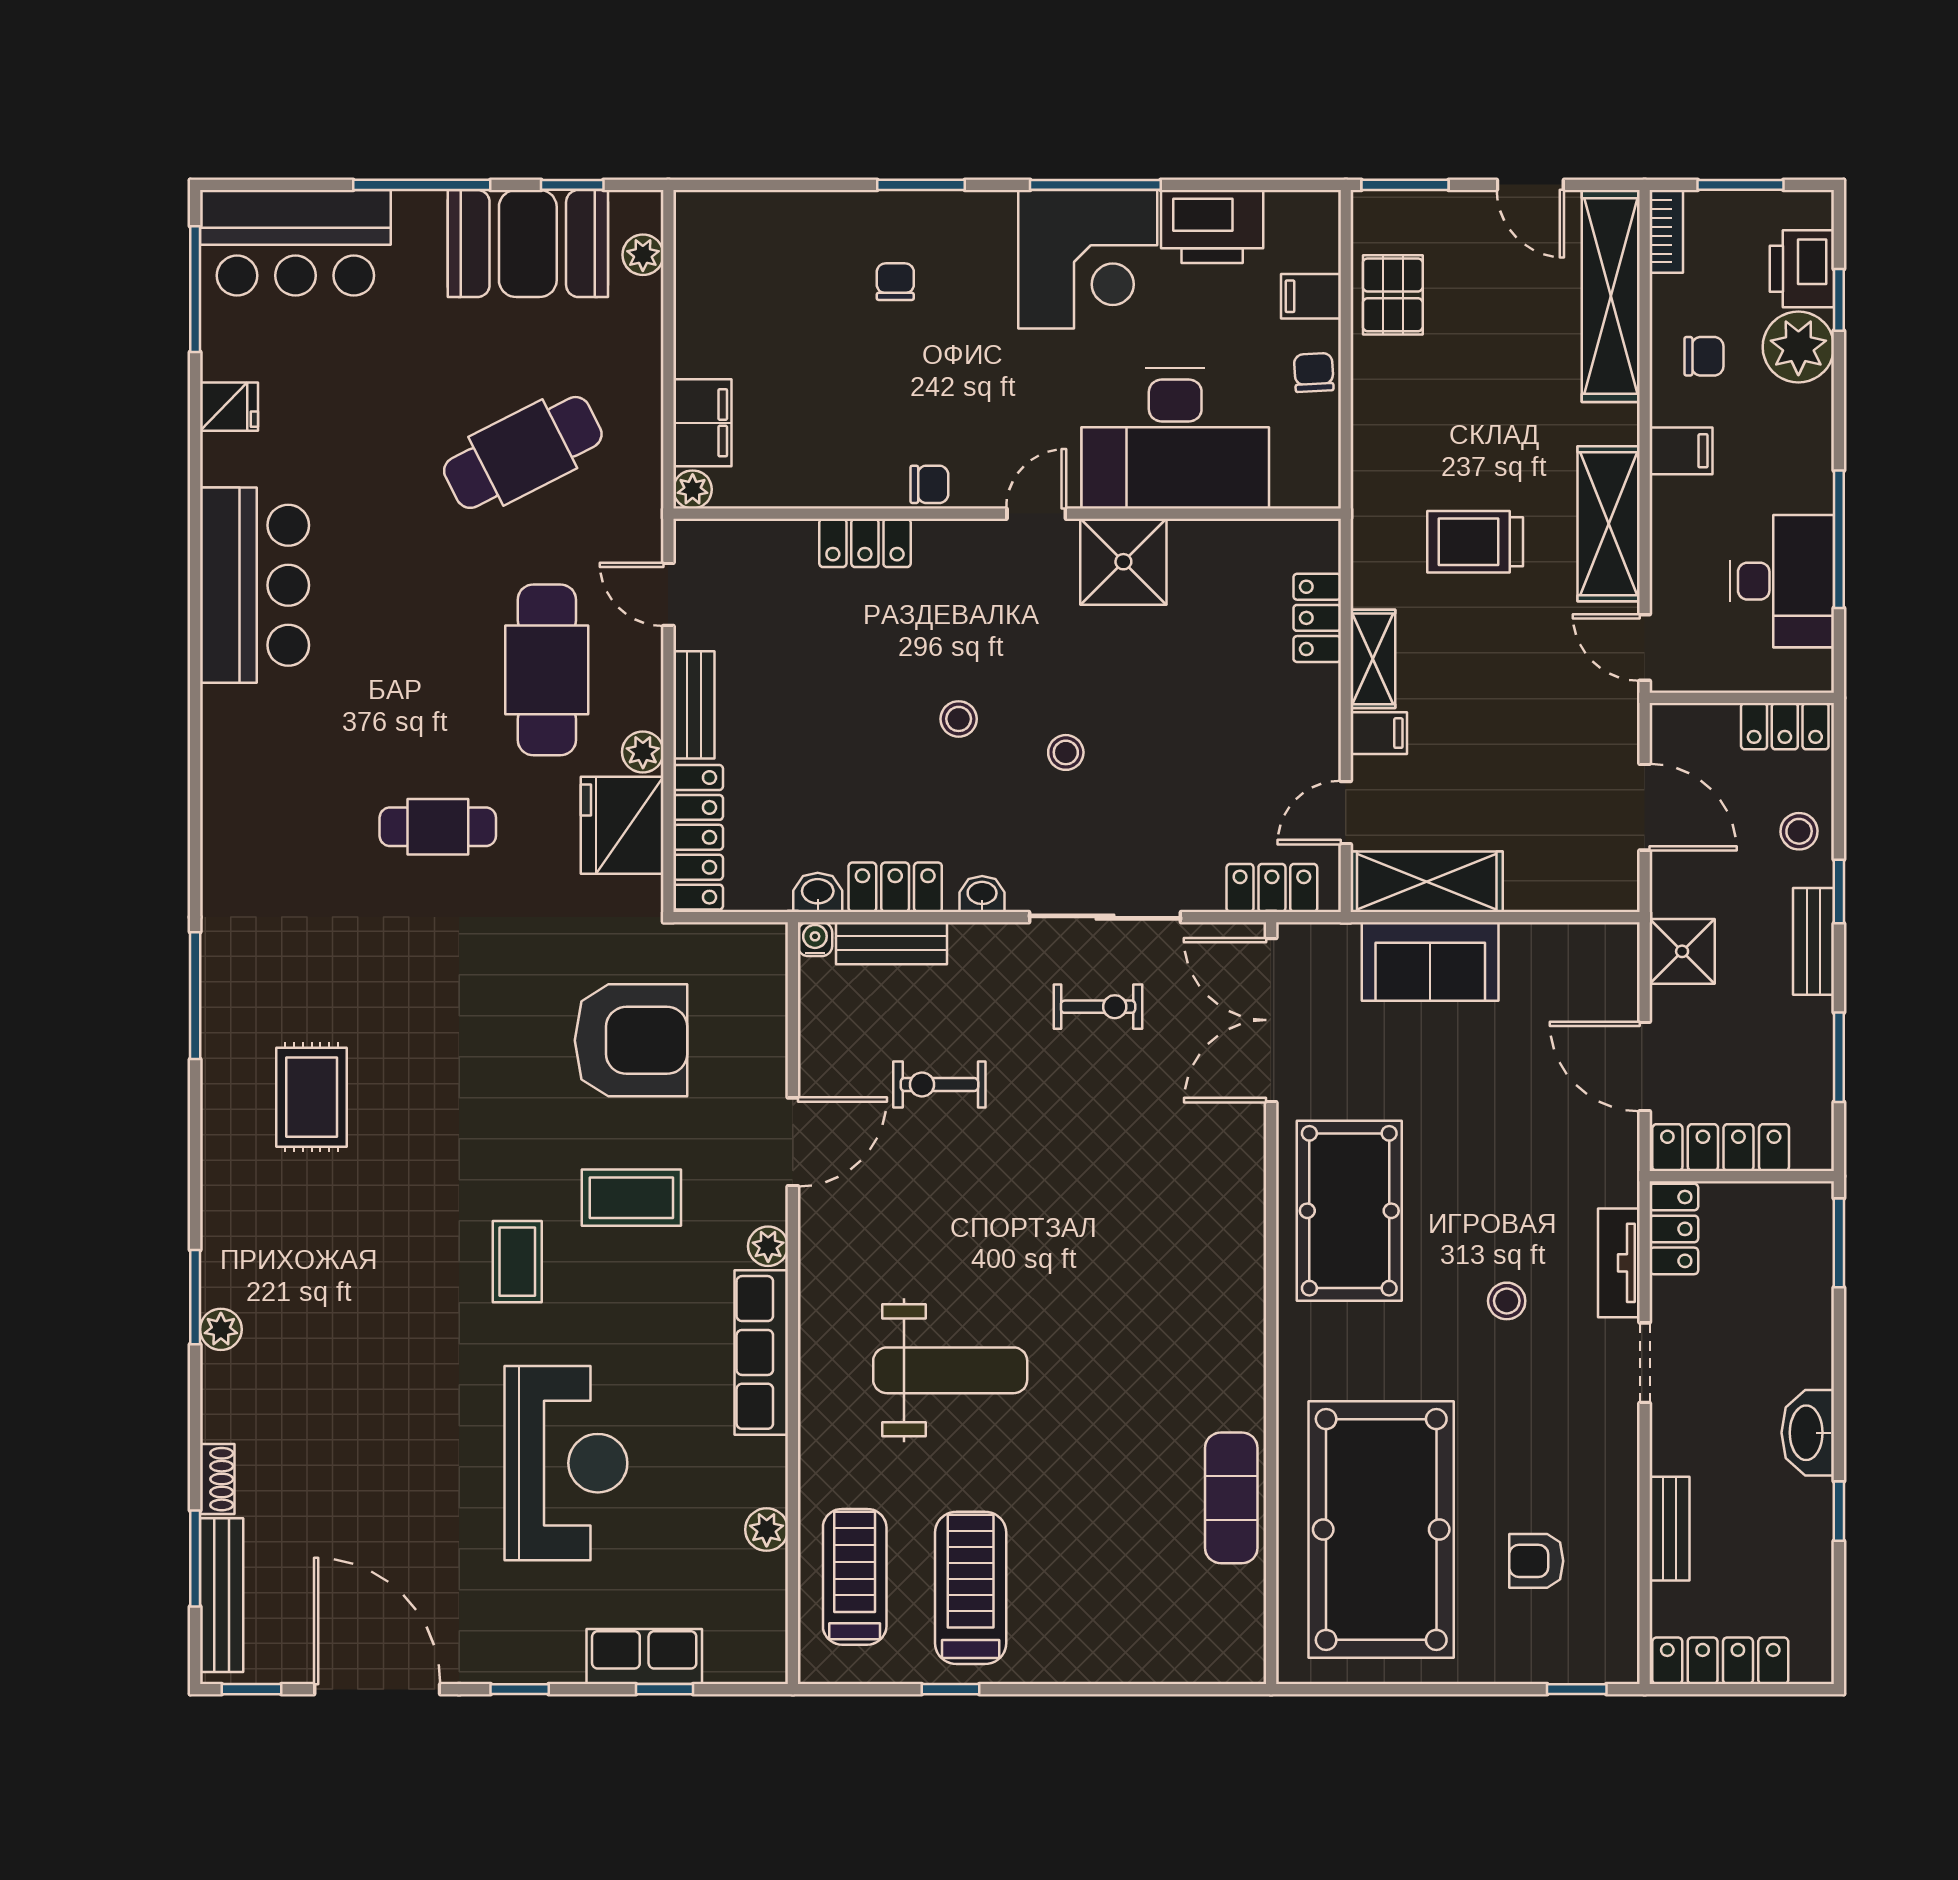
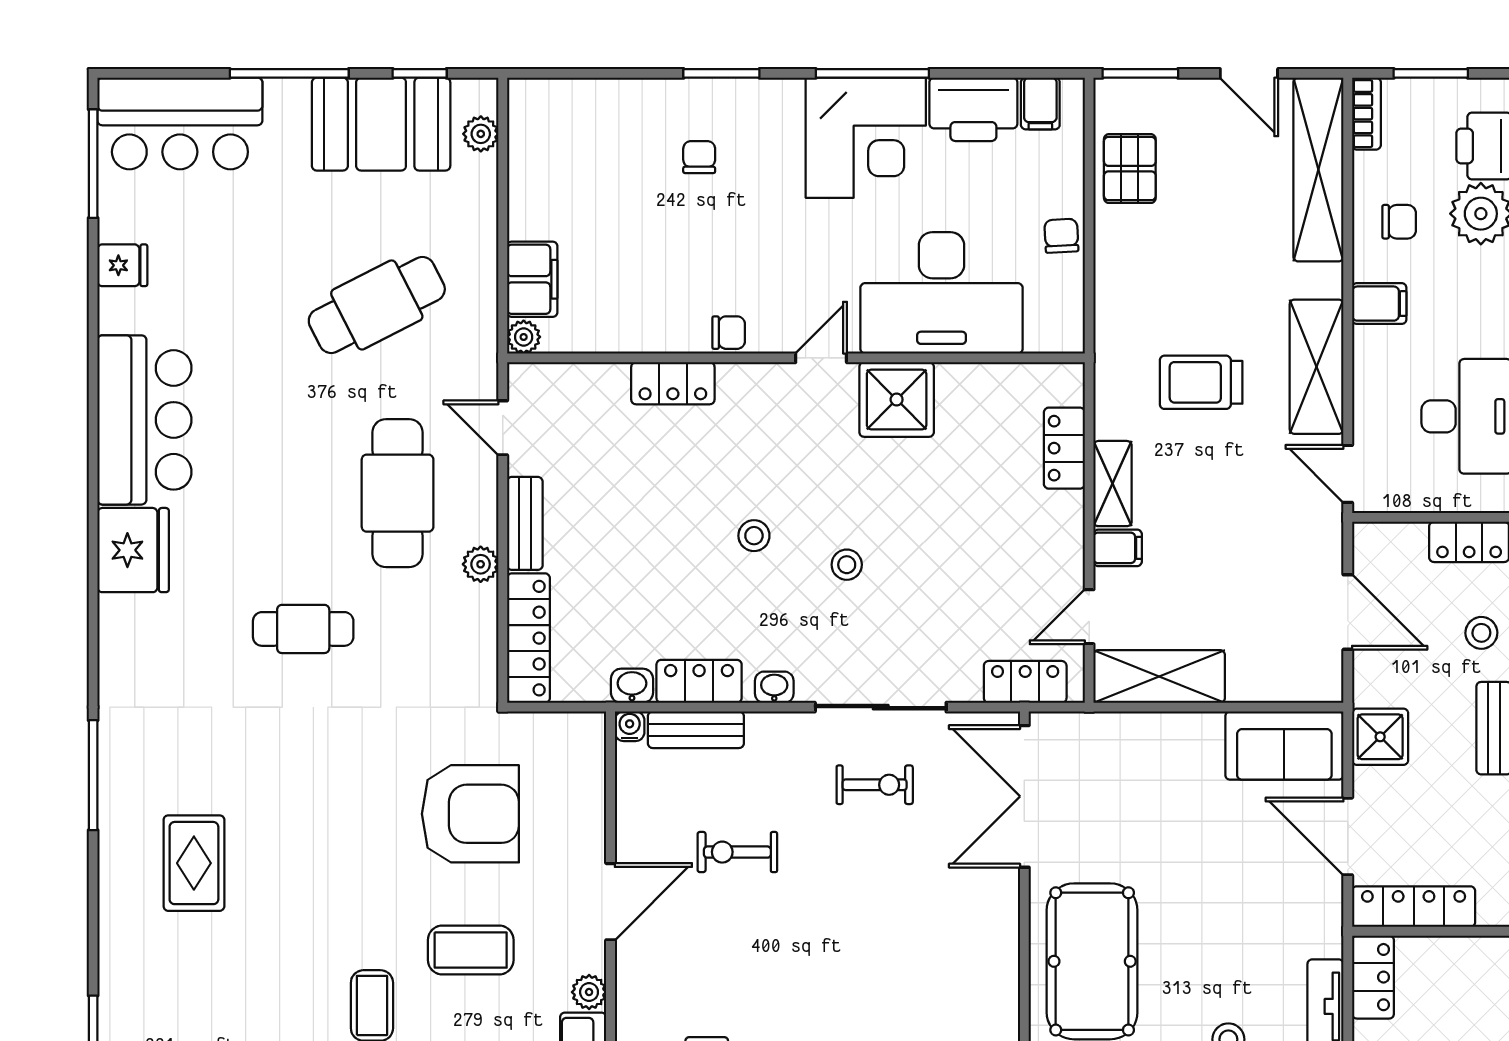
filing cabinet: (1311, 296) -> (1040, 104), moved, turned -90
fridge: (622, 825) -> (133, 550), moved, turned 180
sofa: (1430, 961) -> (1284, 746), moved

